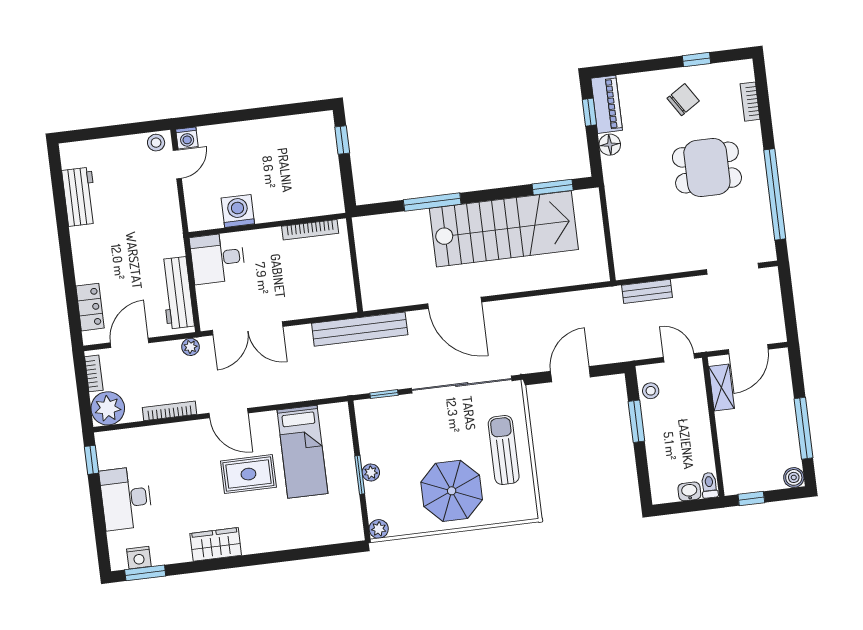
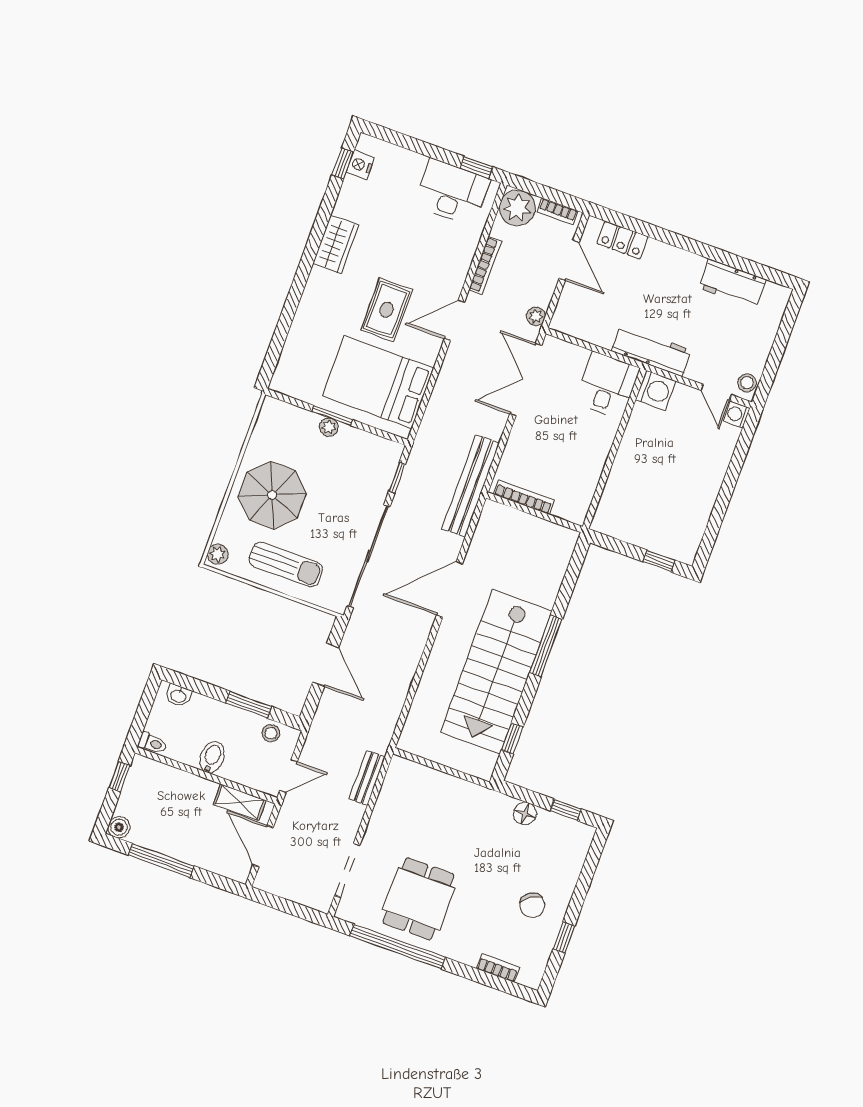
piano: (607, 104) -> (565, 830), removed
dining table: (707, 168) -> (419, 899), moved
window: (553, 187) -> (512, 739), width x0.67
window: (432, 202) -> (546, 646), moved
washing machine: (238, 211) -> (656, 390), moved
bookcase: (310, 230) -> (524, 497), moved, turned 90
workbench: (177, 293) -> (651, 351), moved
bidet: (696, 430) -> (212, 757), added
bed: (302, 452) -> (378, 382), width x1.50
washbasin: (689, 491) -> (178, 696), moved, turned 90
desk: (126, 498) -> (452, 192), moved
plant: (379, 529) -> (218, 554), moved
window: (145, 573) -> (343, 164), width x0.67

